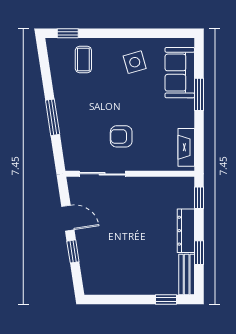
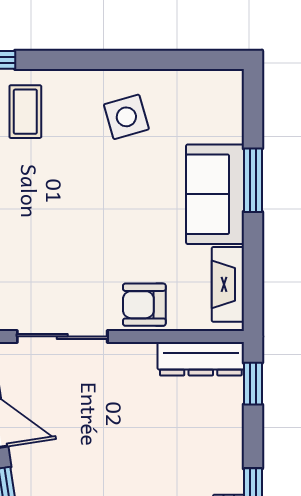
sofa: (180, 73) -> (215, 194), moved
armchair: (121, 136) -> (144, 305), moved
dresser: (186, 231) -> (201, 359), moved, turned -90

